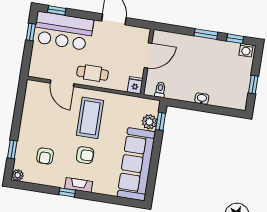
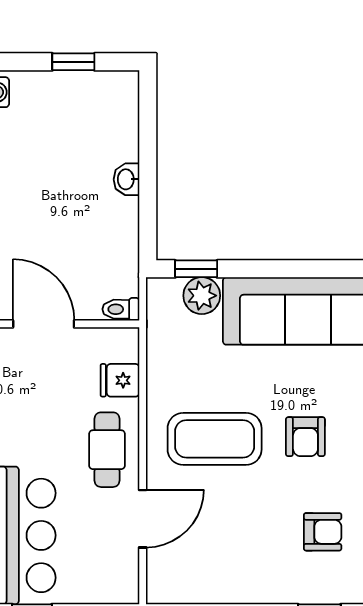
fridge: (135, 85) -> (120, 380), moved
toilet: (160, 90) -> (121, 309), moved
armchair: (85, 155) -> (305, 437), turned 180

